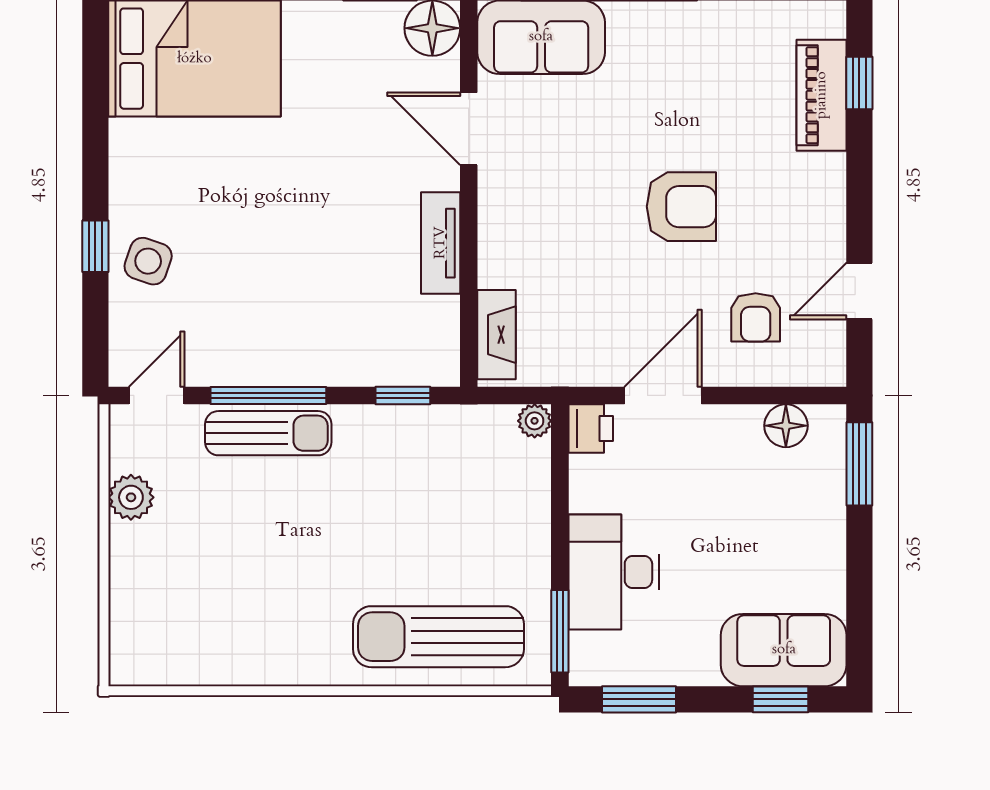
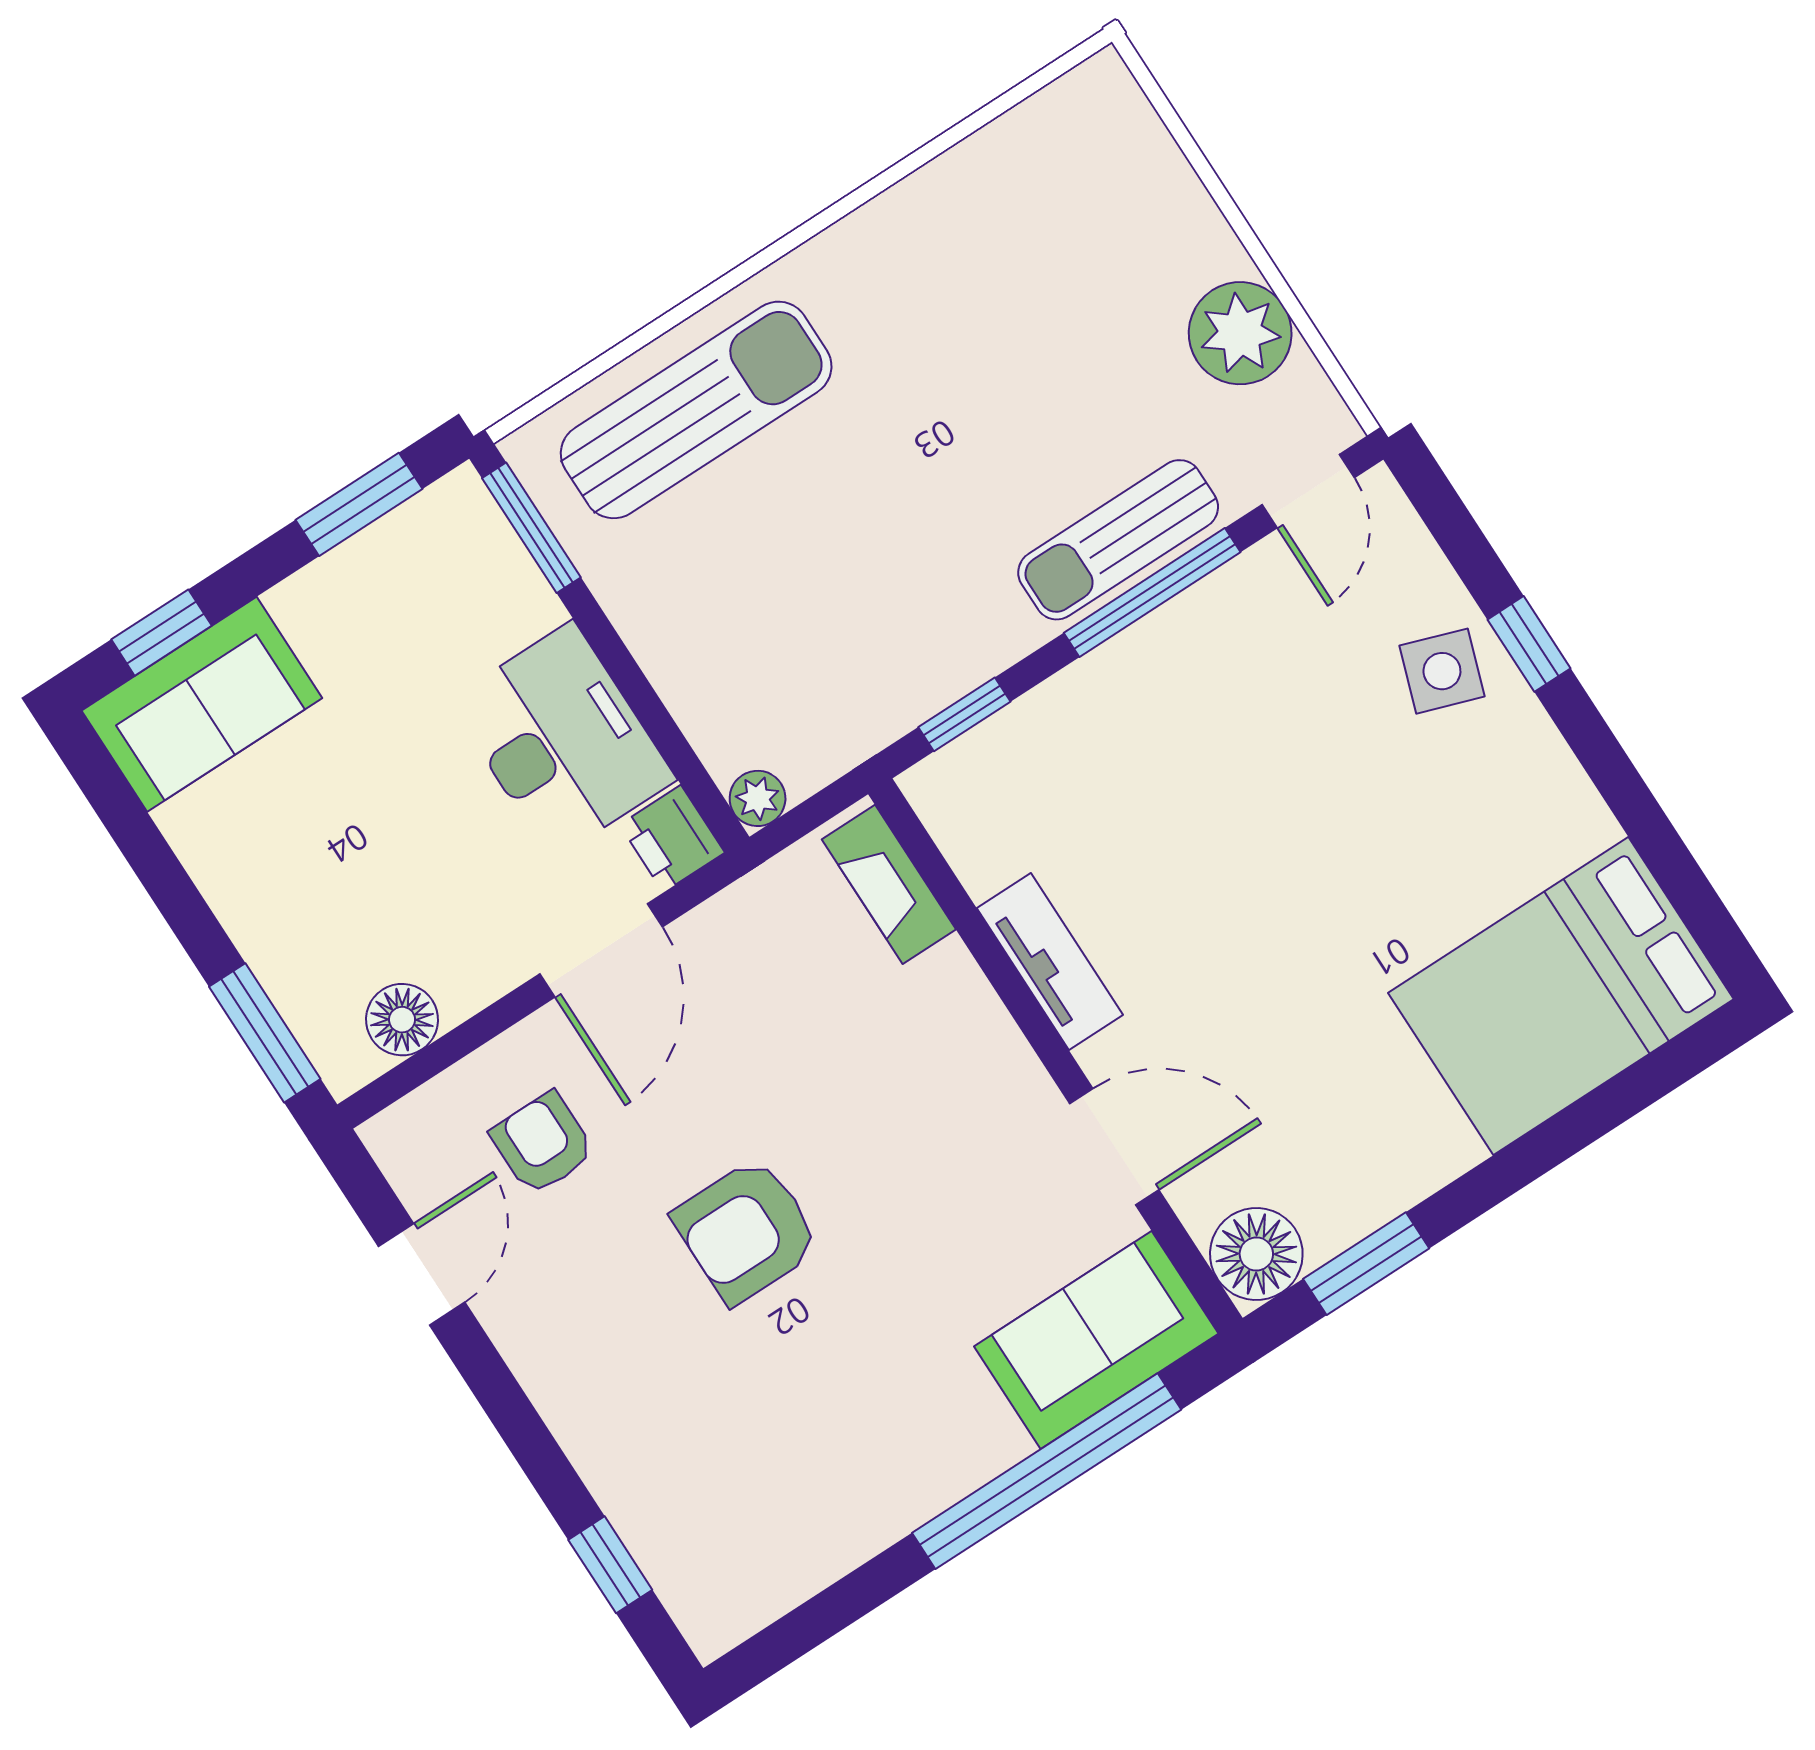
piano: (822, 95) -> (652, 1513), removed
plant: (131, 497) -> (1240, 333), width x1.36, depth x1.36
desk: (614, 572) -> (562, 740), moved

